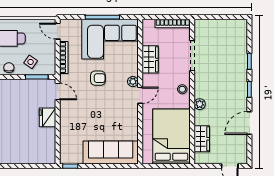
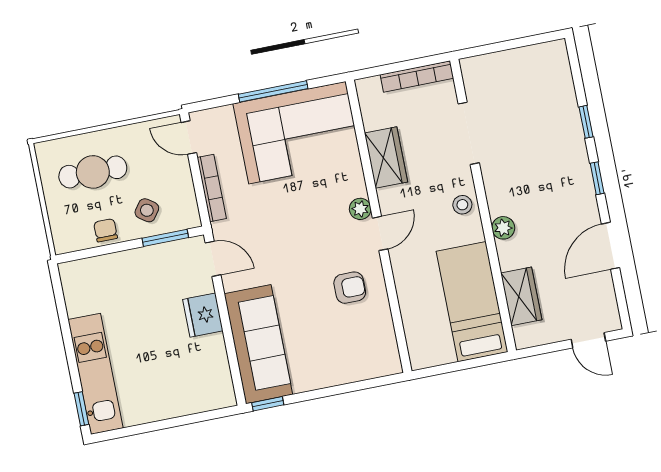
armchair: (98, 78) -> (350, 288), moved
bed: (171, 137) -> (472, 302), width x0.67
sofa: (111, 152) -> (258, 344), moved, turned 90

